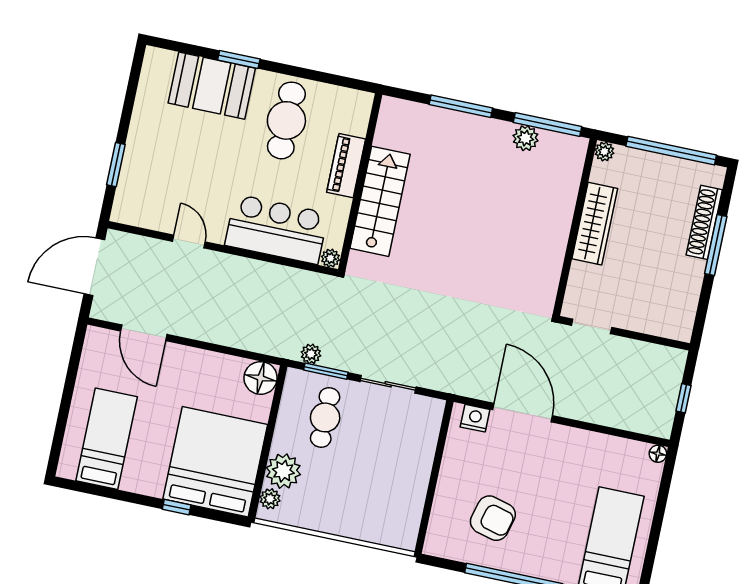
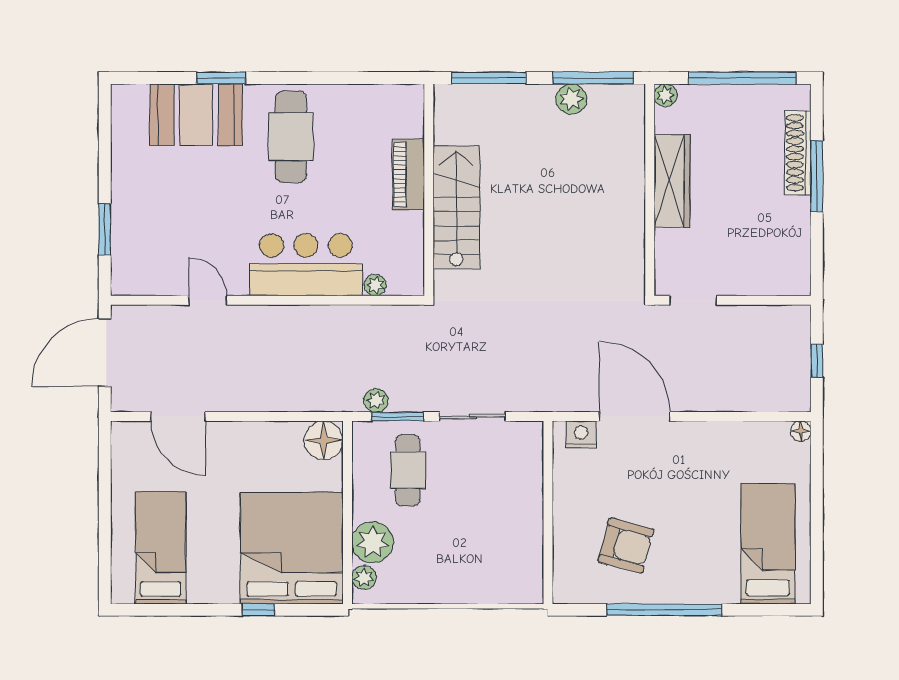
piano: (346, 166) -> (409, 174), moved
wall: (360, 182) -> (429, 190), moved
stairs: (380, 201) -> (456, 207), moved

